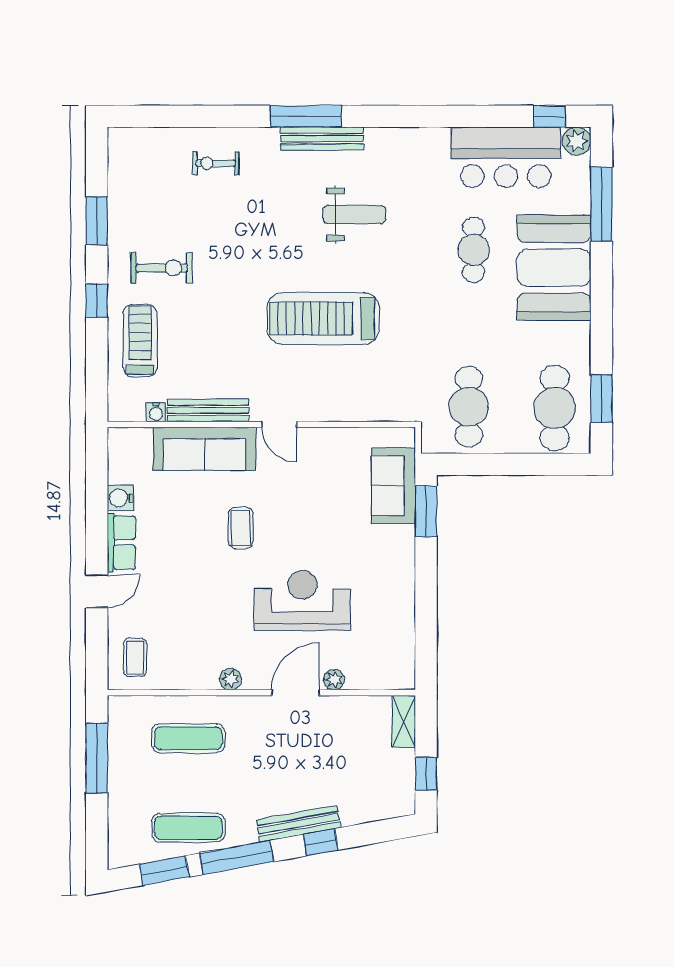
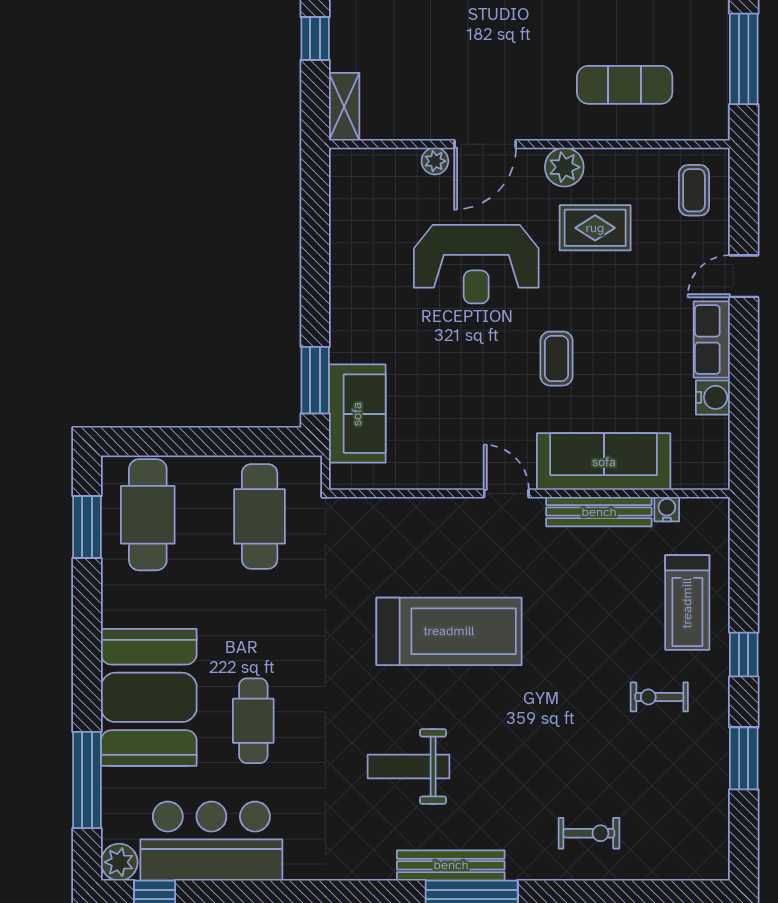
exercise bike: (162, 268) -> (659, 697), width x0.73, depth x0.72
rug: (211, 628) -> (595, 228), added
plant: (231, 679) -> (564, 167), width x1.38, depth x1.38

